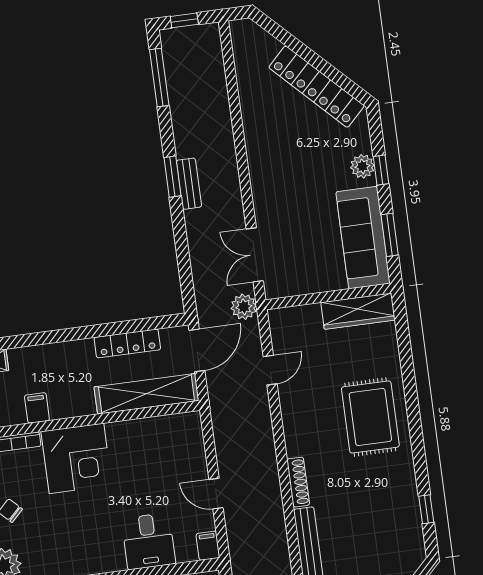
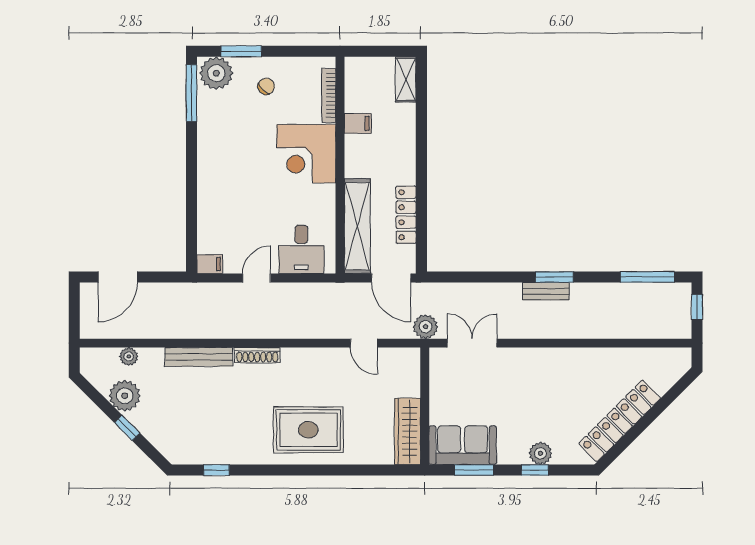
sofa: (363, 238) -> (463, 445), width x0.73
desk: (148, 541) -> (301, 249), moved, turned -90

